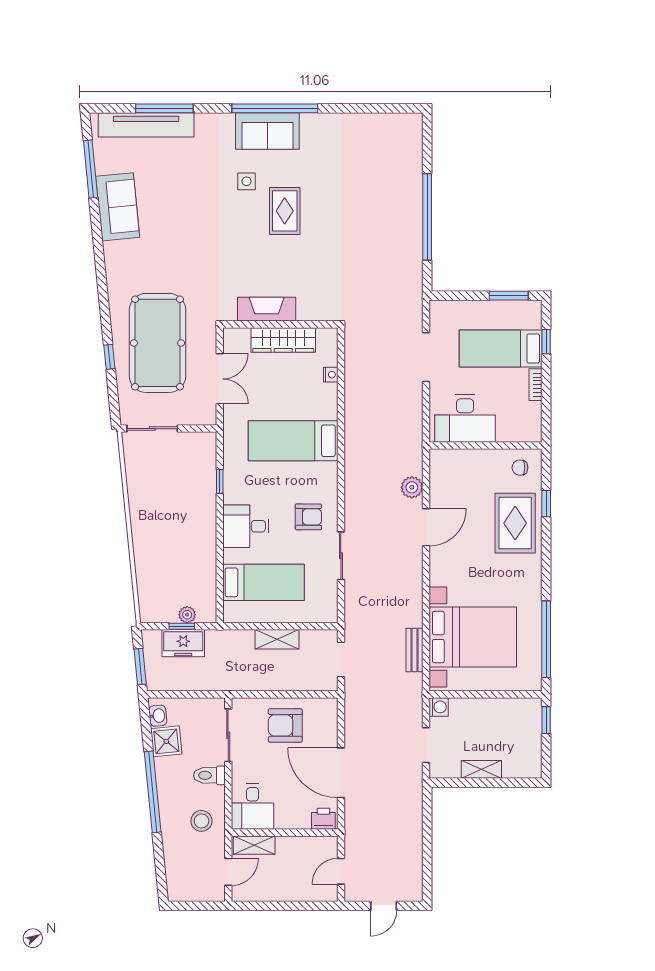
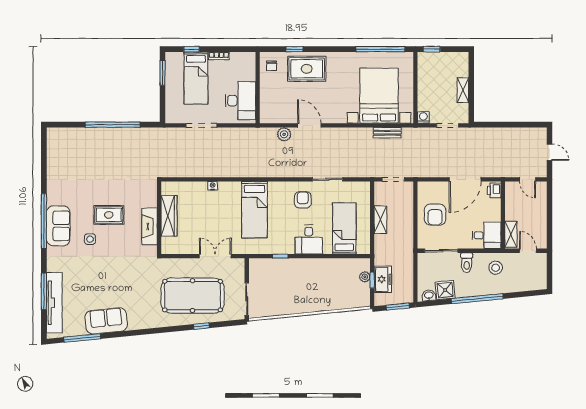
fireplace: (267, 309) -> (150, 226), moved
wall: (280, 324) -> (159, 218), moved
wardrobe: (283, 340) -> (169, 216), moved

